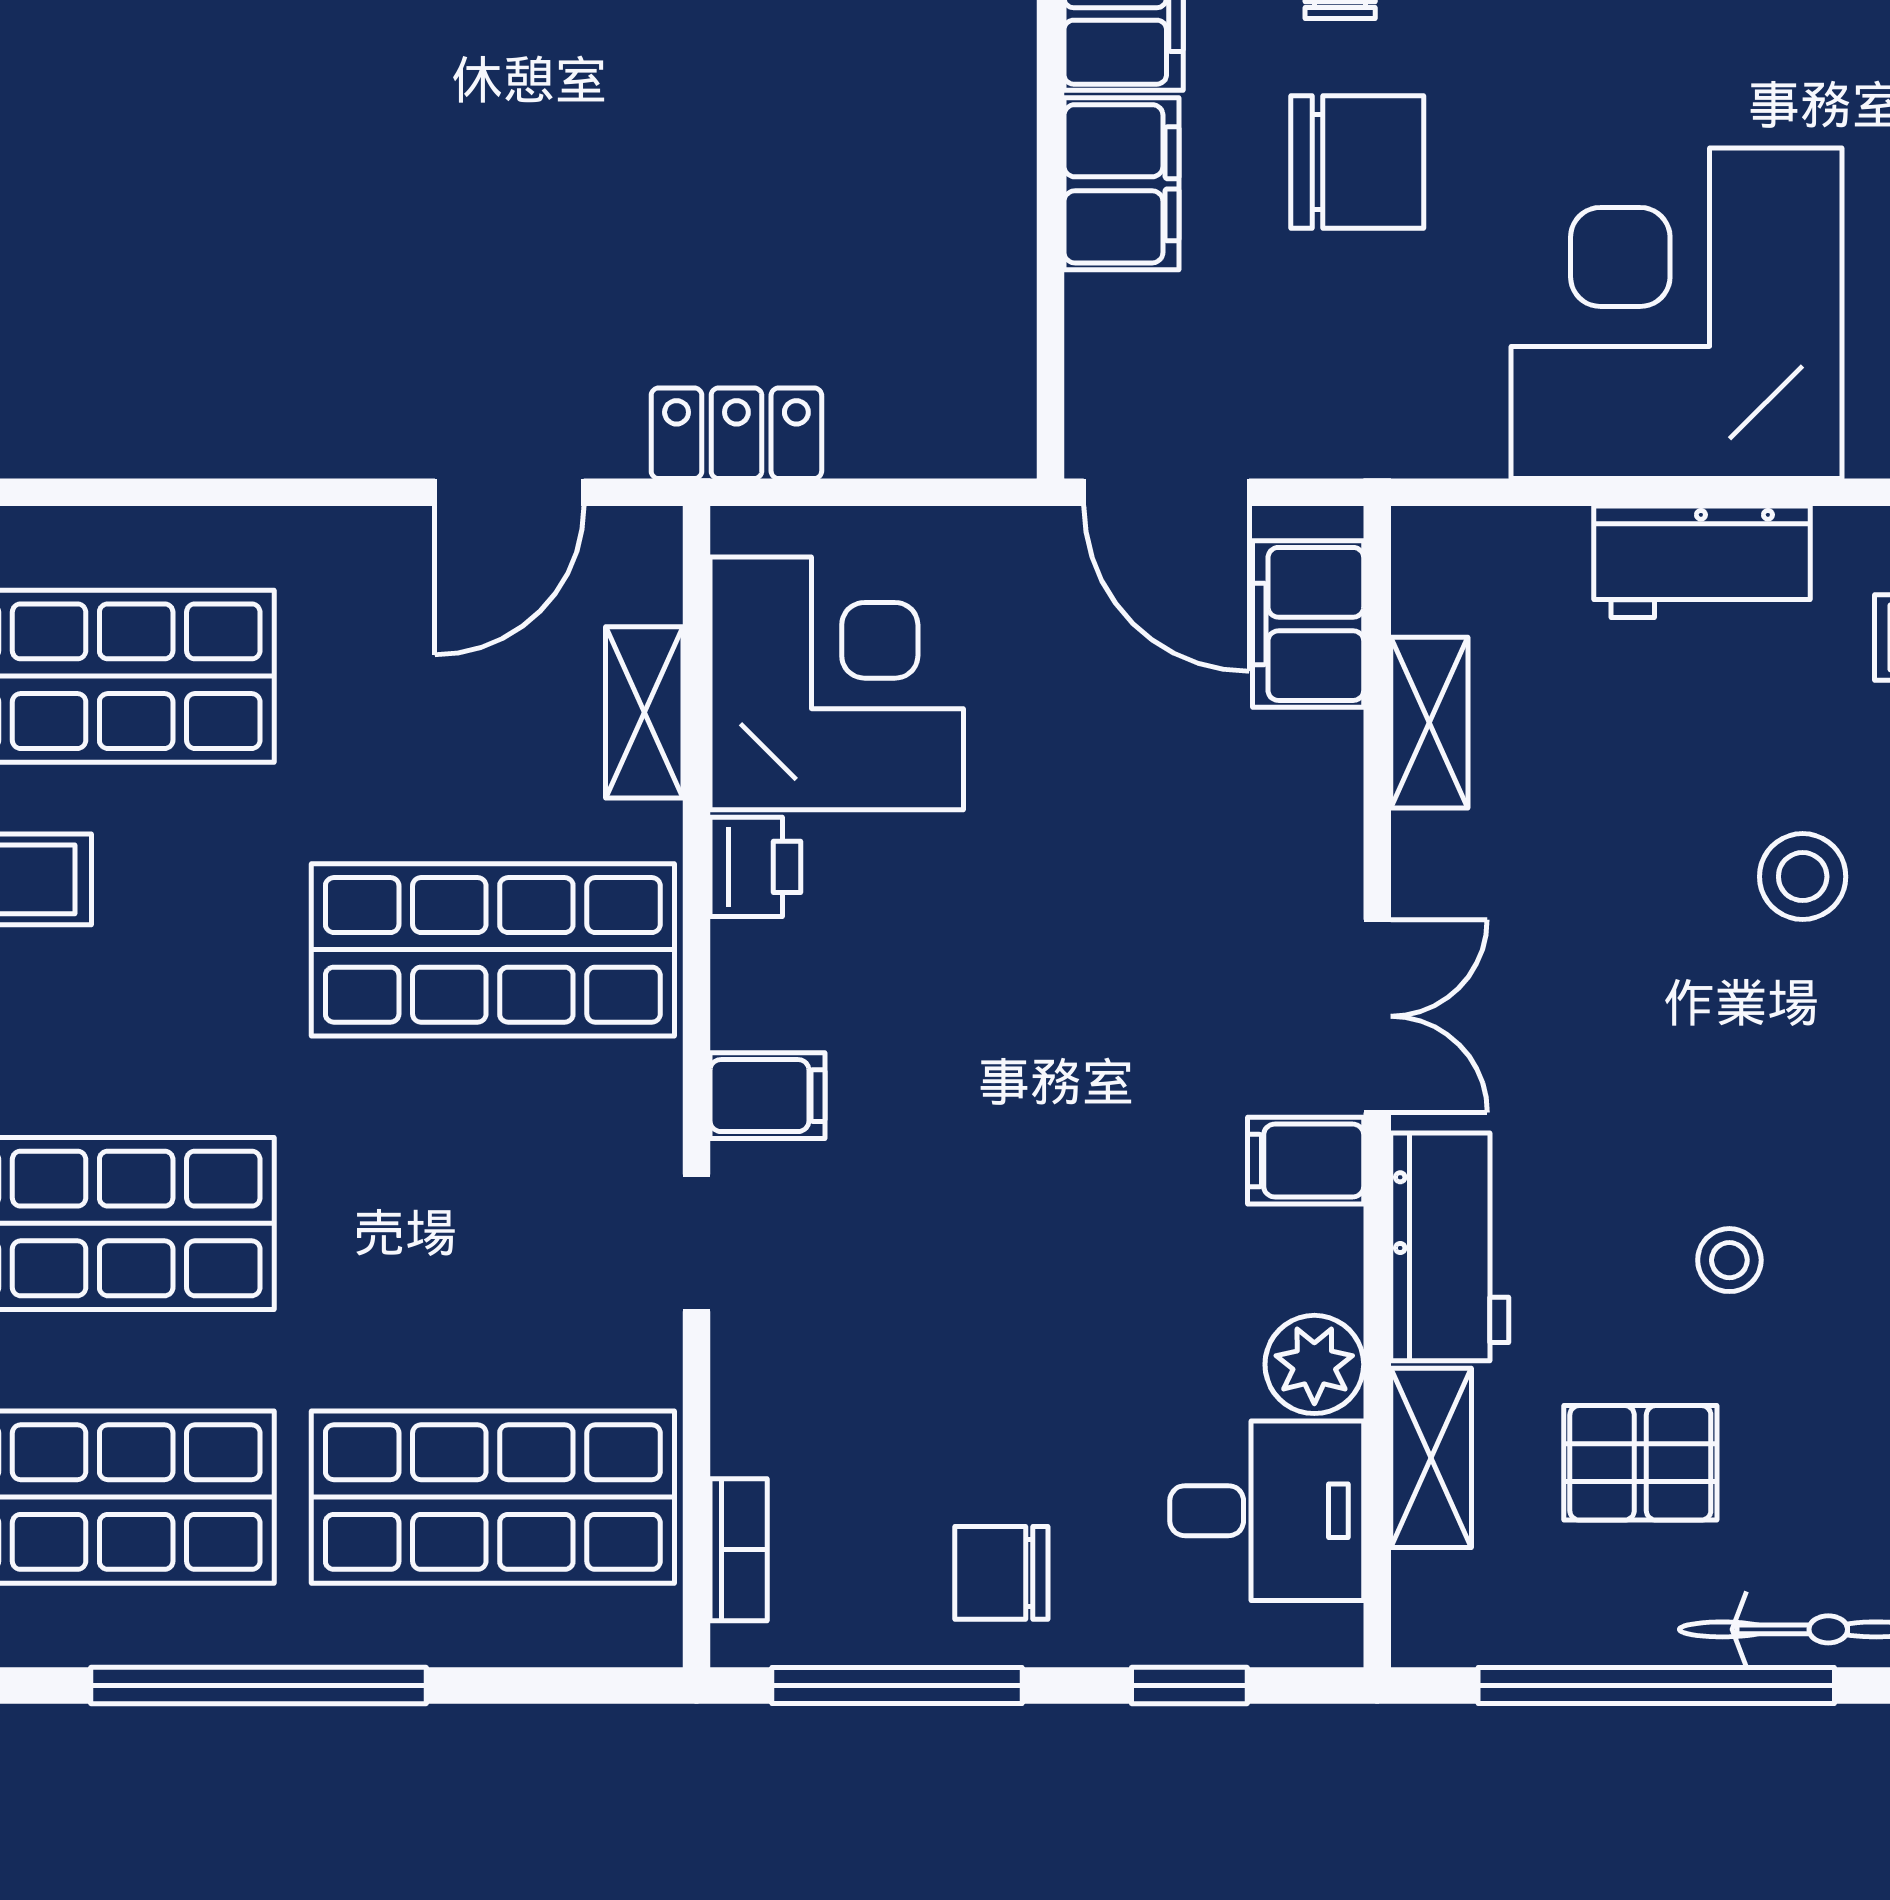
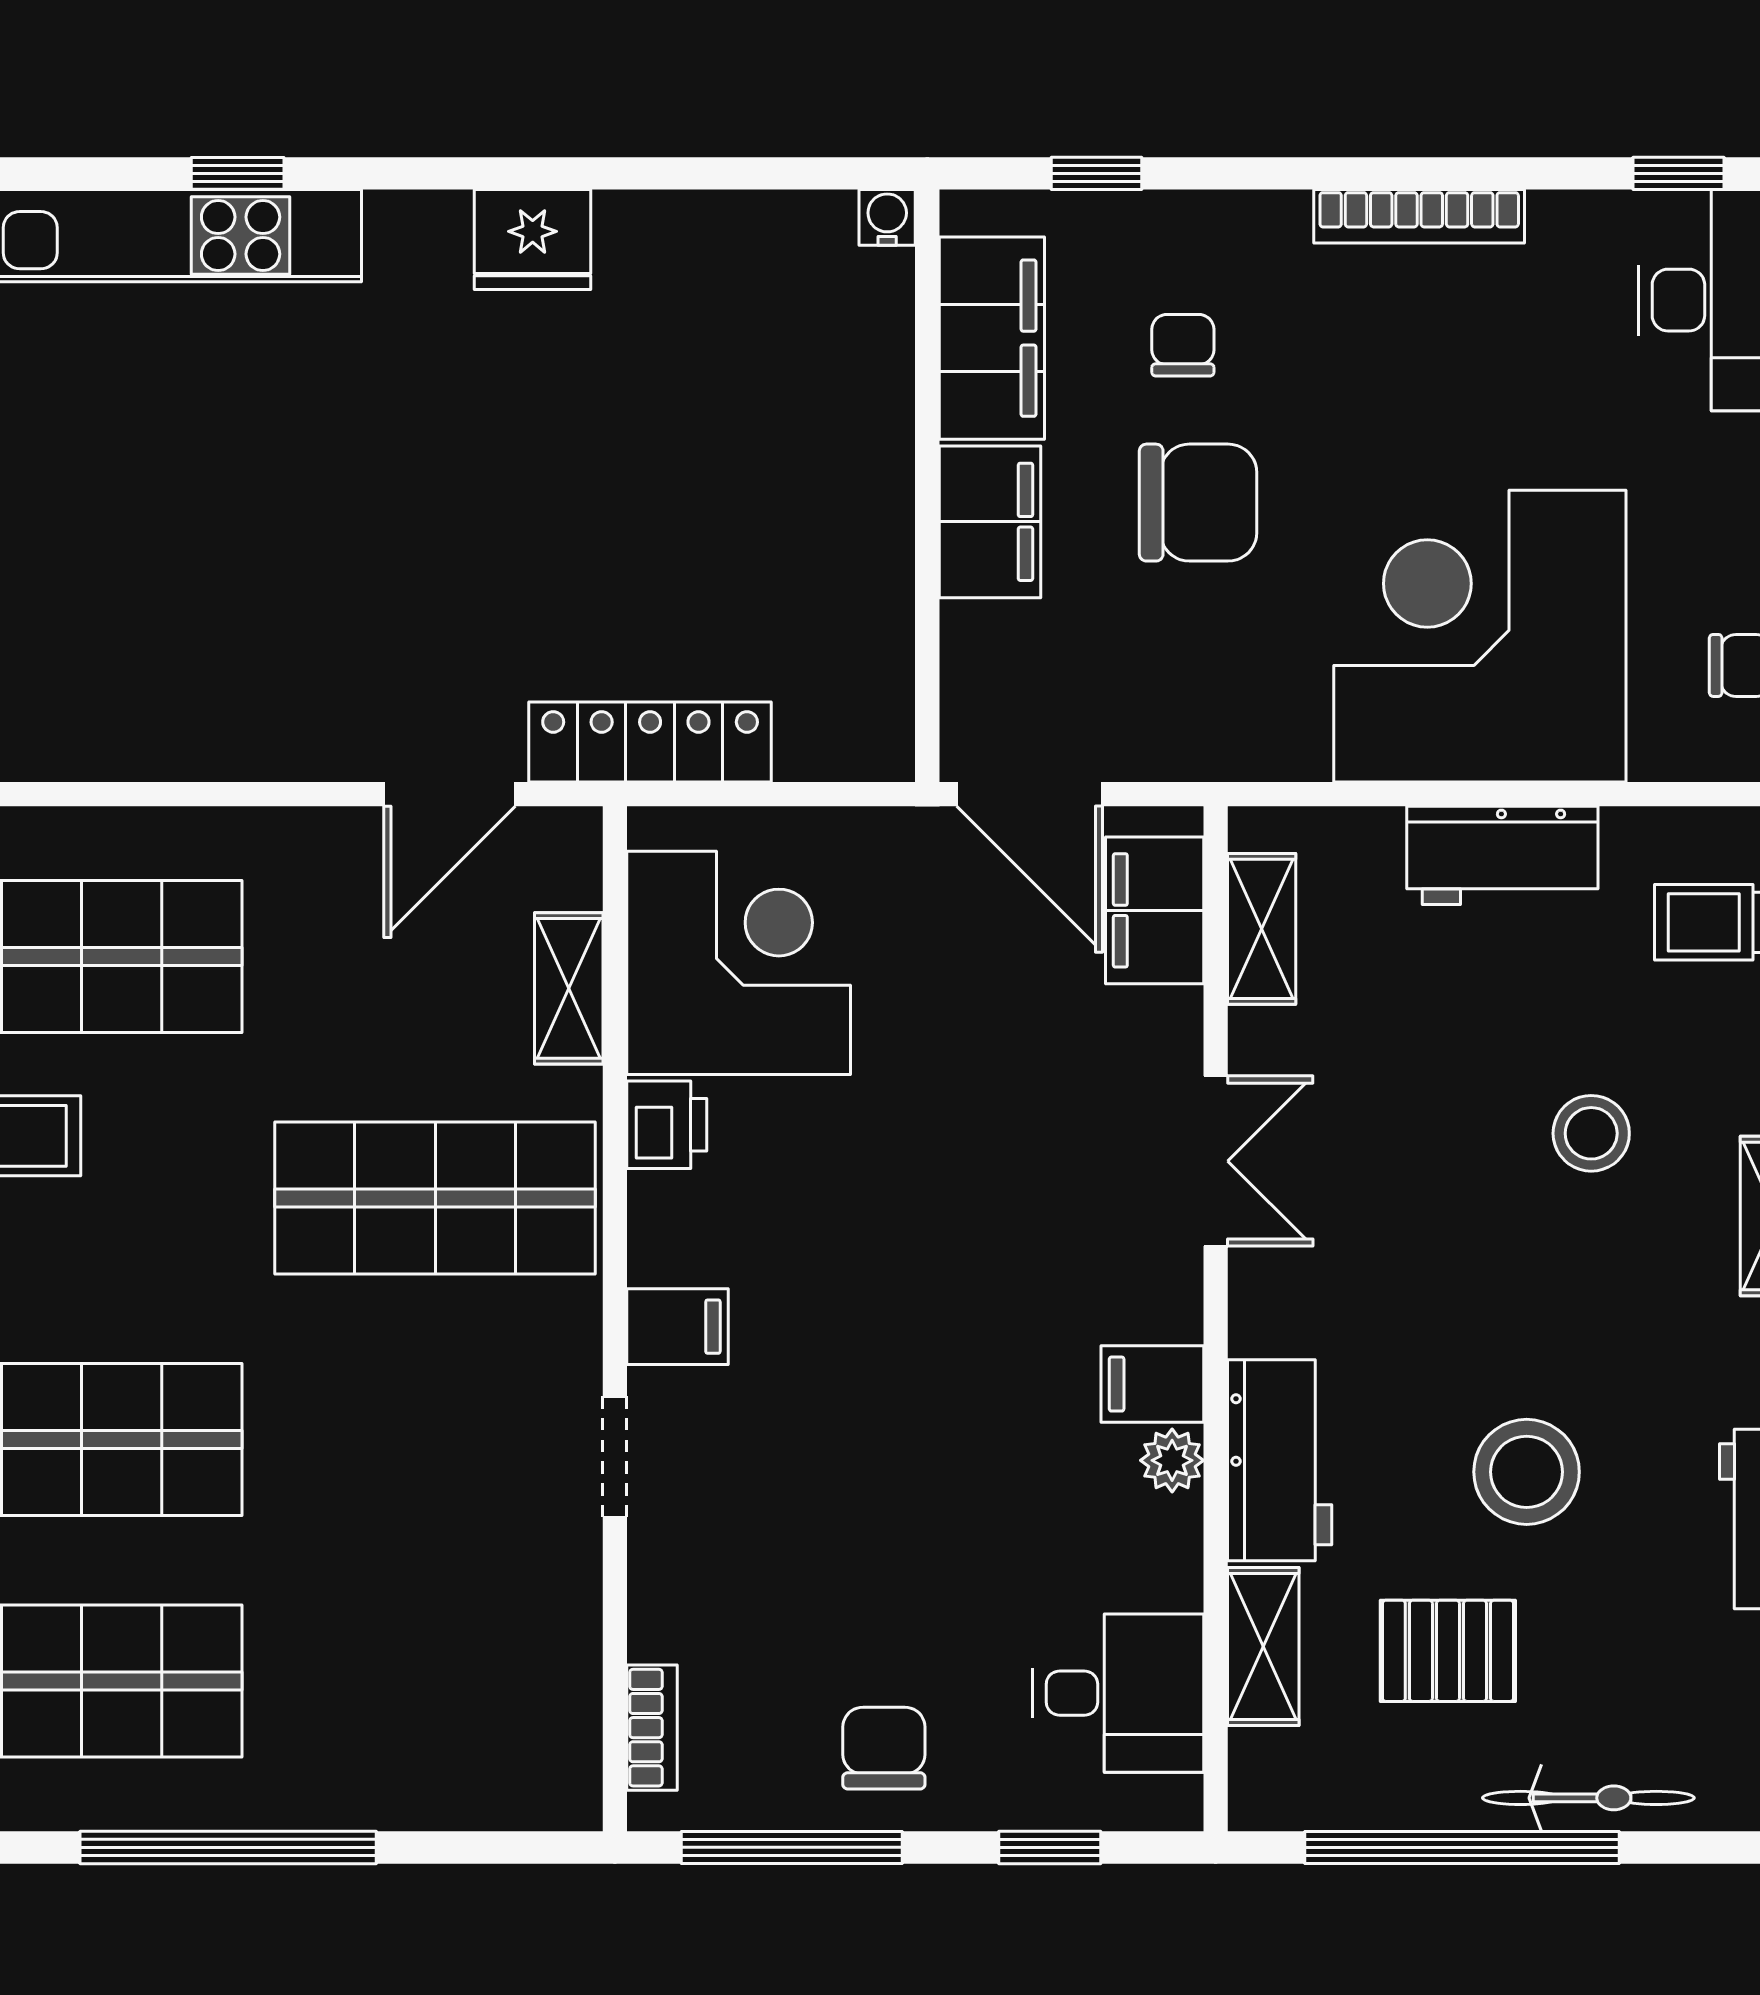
locker: (736, 433) -> (650, 742), width x1.53
shelving: (1429, 723) -> (1262, 929), moved
double door: (1377, 1016) -> (1216, 1161), moved
stool: (1729, 1260) -> (1527, 1472), width x1.89, depth x1.89
plant: (1314, 1364) -> (1172, 1460), moved, width x0.73, depth x0.73
shop shelf: (493, 1497) -> (435, 1681), removed
chair: (1001, 1573) -> (884, 1748), turned 90

